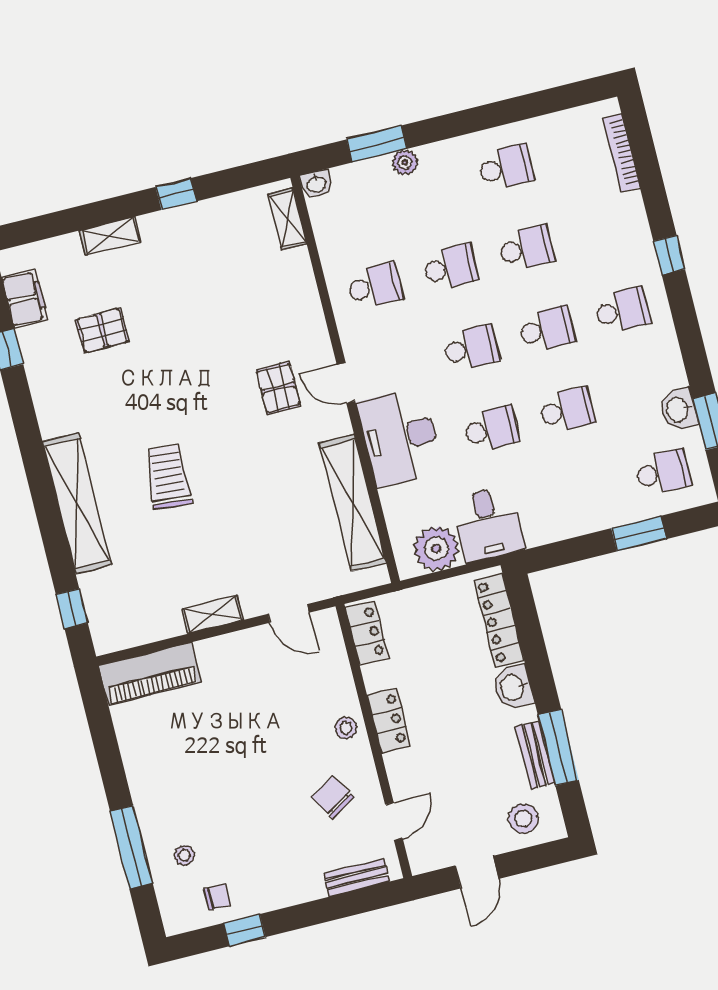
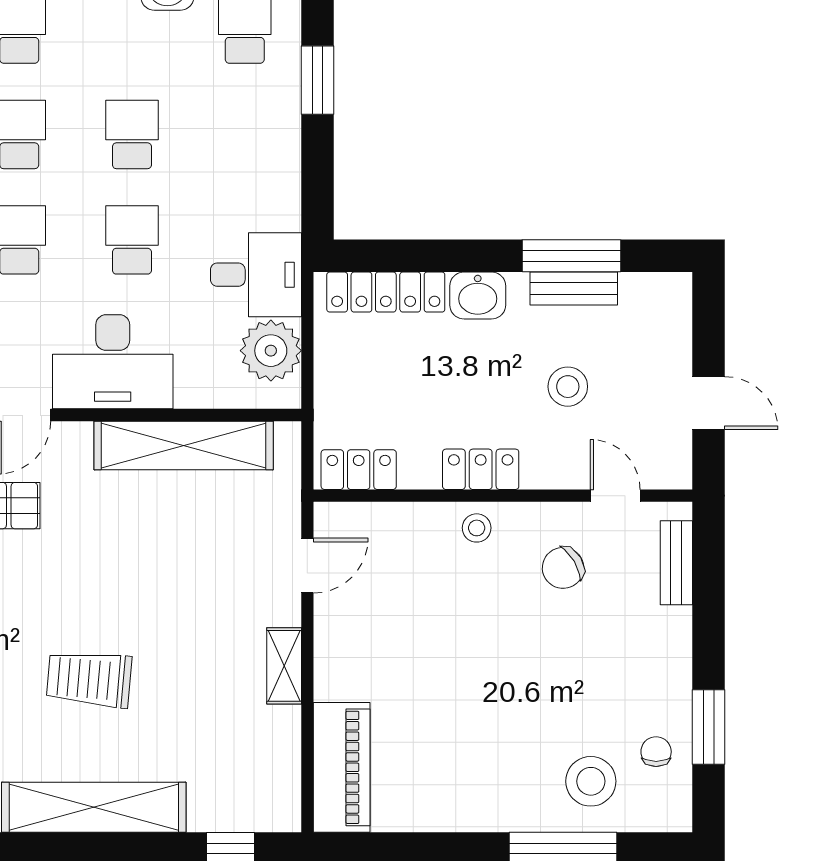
stool: (523, 819) -> (568, 387), moved
stool: (184, 855) -> (591, 781), width x1.89, depth x1.89
window: (245, 930) -> (709, 727), width x1.50

